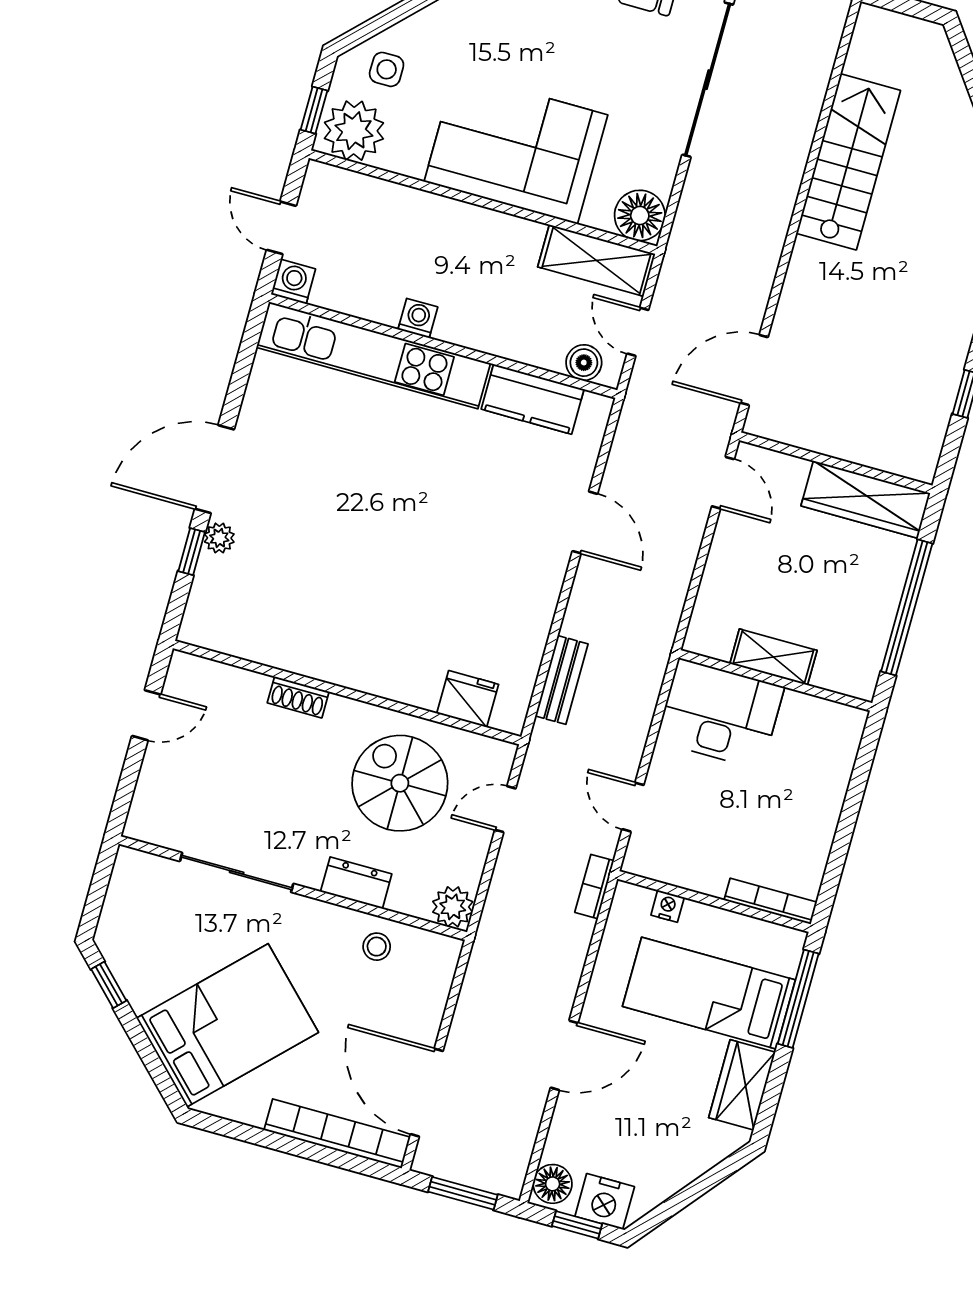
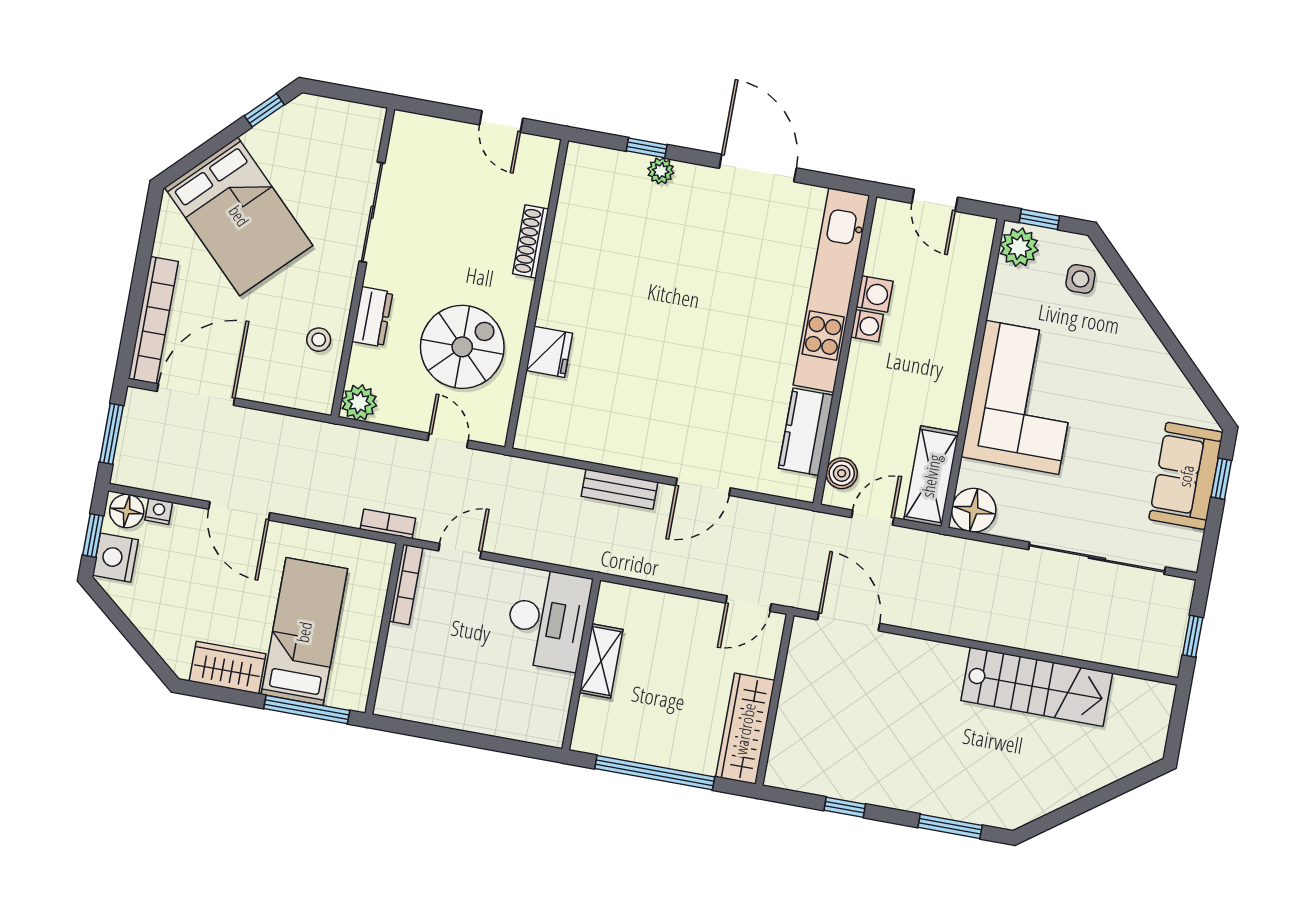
plant: (354, 131) -> (1019, 247), width x0.73, depth x0.73
door: (281, 228) -> (935, 200), swing flipped
washing machine: (293, 282) -> (875, 294), moved
door: (214, 469) -> (758, 168), moved
bench: (562, 680) -> (619, 489), moved
shoe rack: (298, 697) -> (531, 241), width x1.43
fridge: (468, 699) -> (549, 352), moved
bookcase: (771, 901) -> (406, 584), moved
nightstand: (668, 906) -> (159, 511), moved, turned -90

